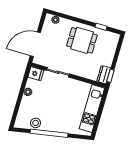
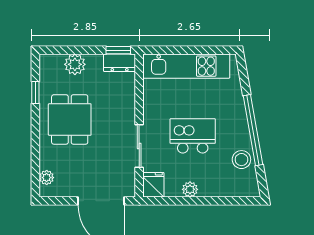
plant: (110, 51) -> (75, 64), added
kitchen island: (55, 101) -> (193, 136), added

